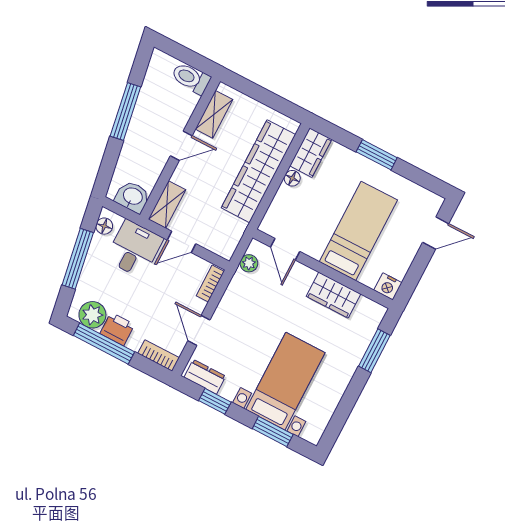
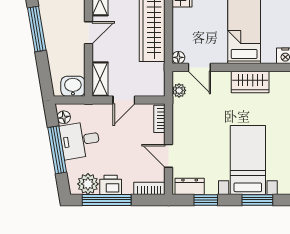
floor lamp: (292, 178) -> (178, 57), moved
desk: (134, 249) -> (80, 140), moved, turned -100

